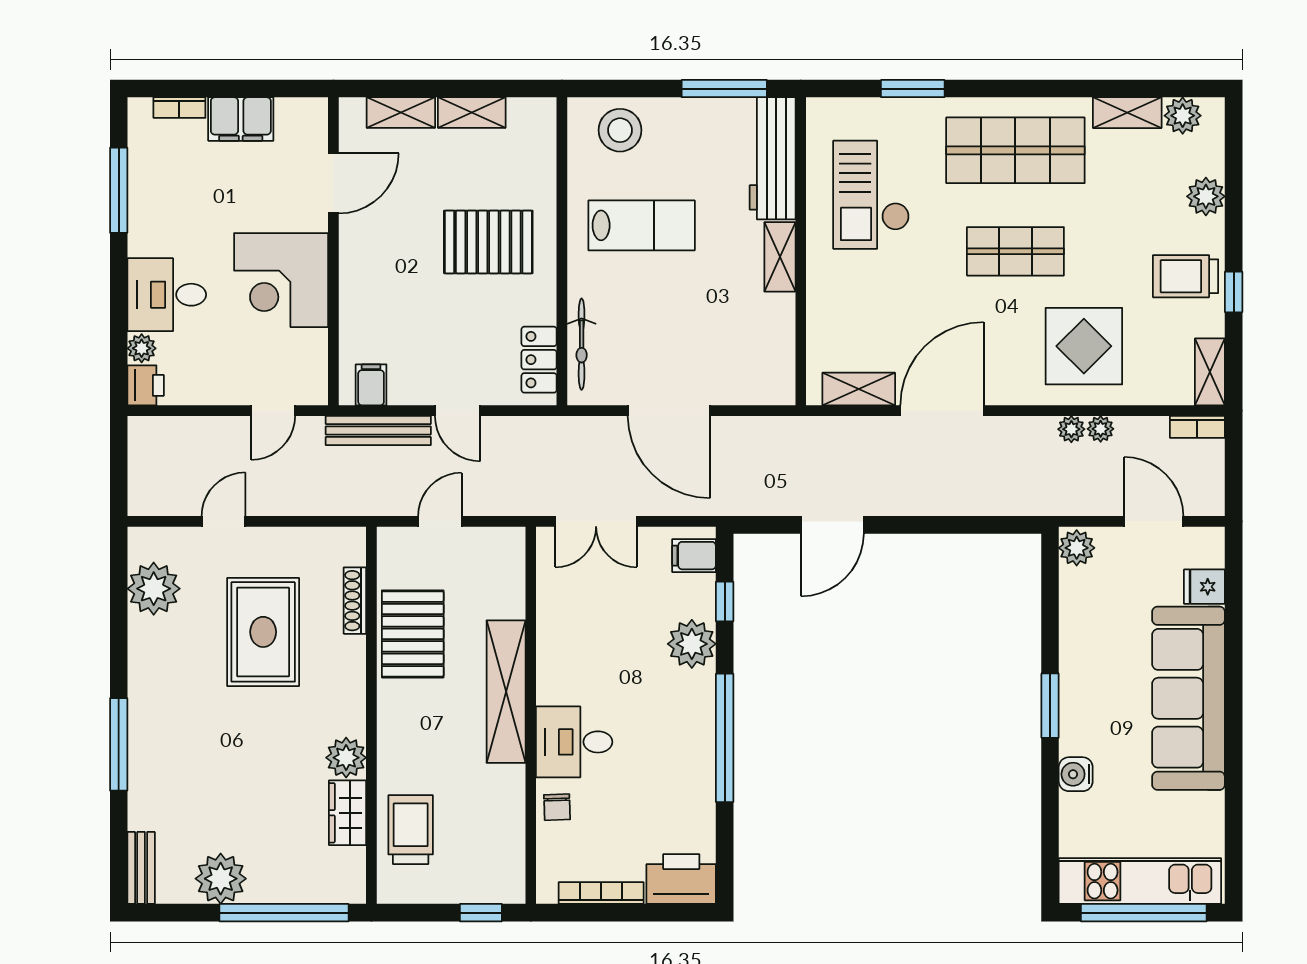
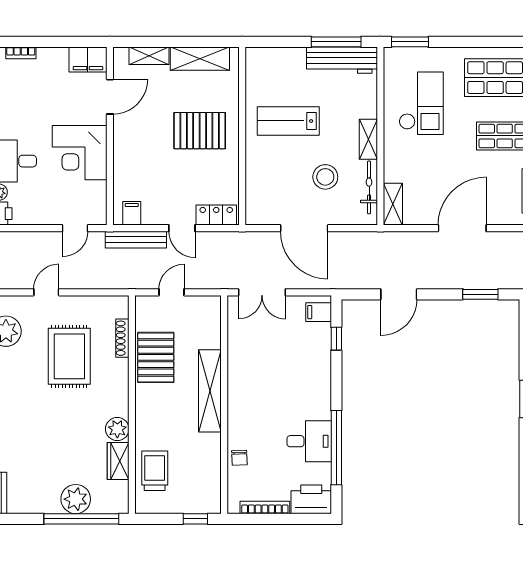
window: (913, 89) -> (410, 42), moved
shelving: (472, 112) -> (200, 59), width x1.50, depth x1.33
filing cabinet: (241, 119) -> (88, 59), moved
stool: (620, 130) -> (325, 177), moved
workbench: (773, 158) -> (342, 60), moved, turned -90
checkout: (871, 195) -> (421, 103), turned 180
lab bench: (642, 225) -> (288, 121), turned 180
bicycle: (582, 344) -> (369, 187), moved, turned 180
locker: (539, 360) -> (216, 215), moved, turned 90
shelving: (859, 389) -> (393, 204), moved, turned 90
window: (974, 525) -> (480, 294), added
plant: (692, 644) -> (317, 363), removed
window: (725, 738) -> (336, 448), moved
desk: (574, 742) -> (309, 441), moved, turned 180
plant: (221, 879) -> (76, 499), moved

